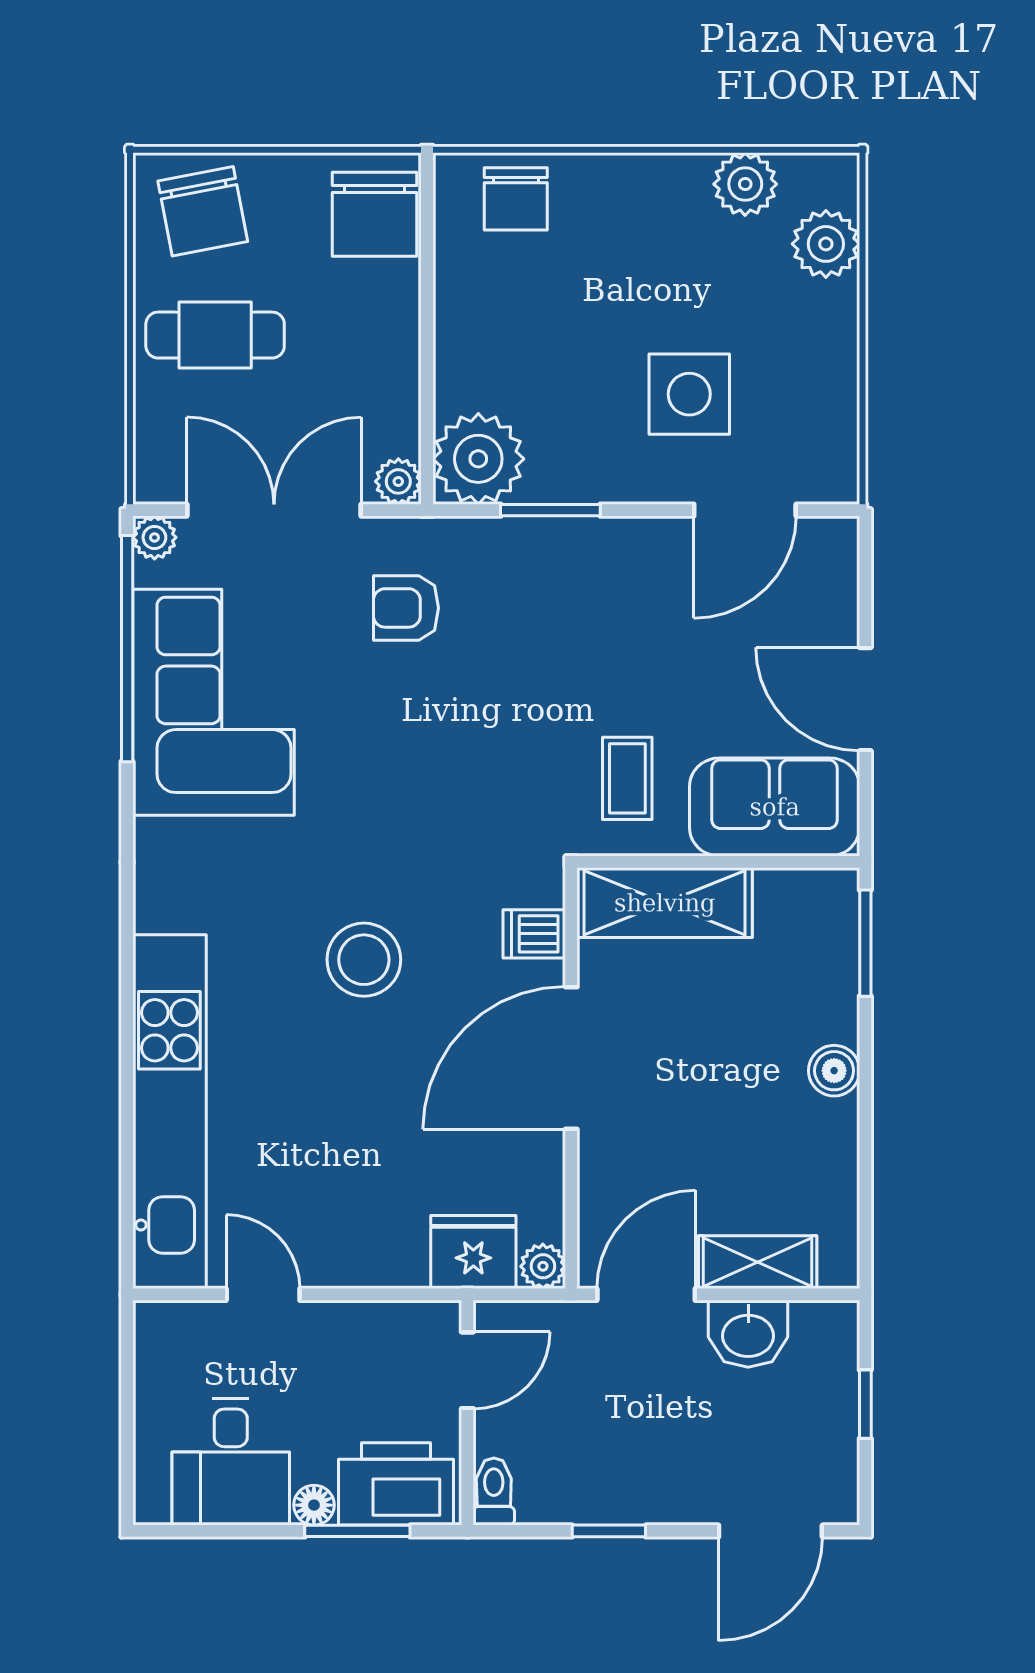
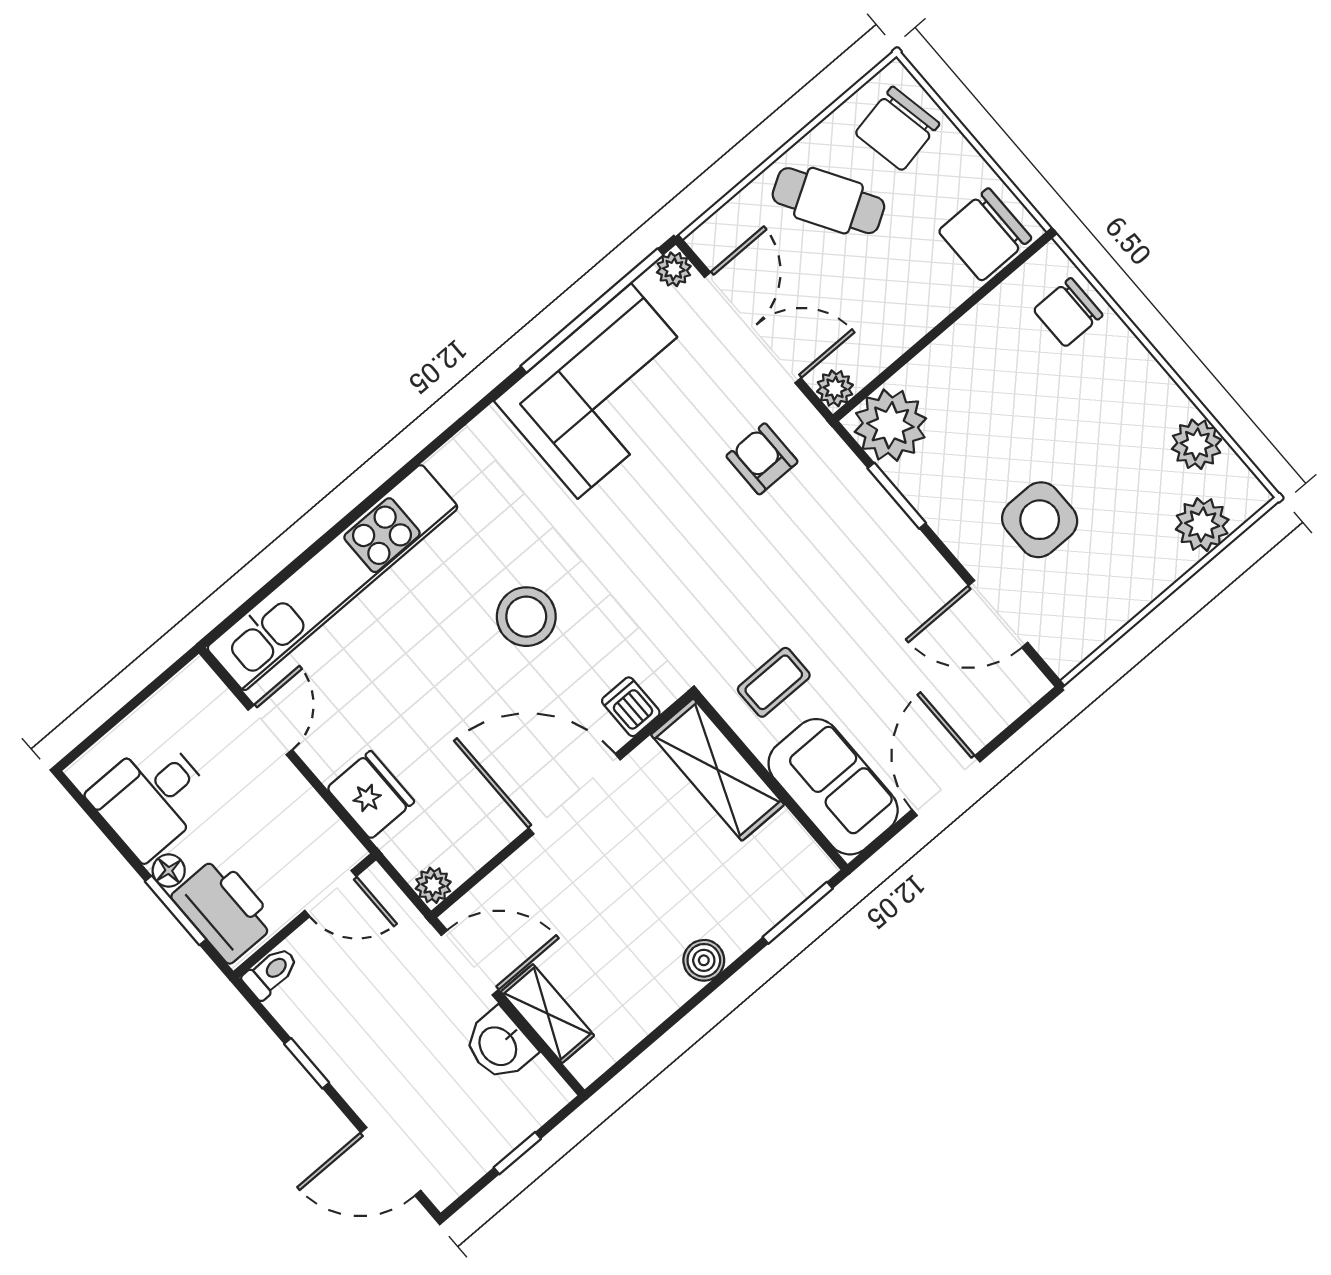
cafe table: (215, 335) -> (828, 201), turned -31
fridge: (473, 1252) -> (371, 795), moved

